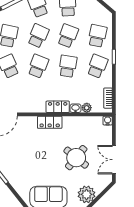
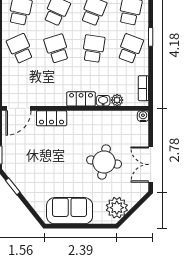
school desk: (38, 66) -> (57, 49), turned -39
locker: (50, 122) -> (52, 118), moved
round table: (76, 158) -> (104, 162), turned -30

